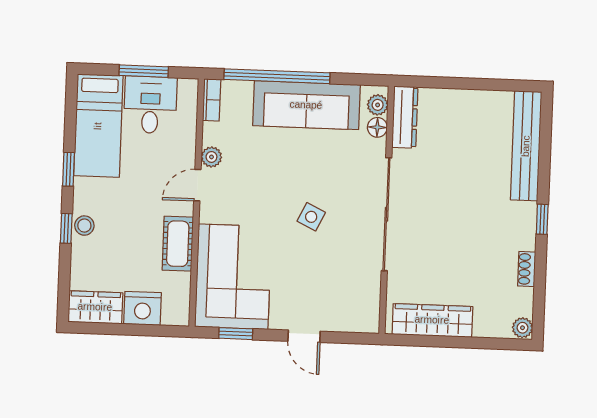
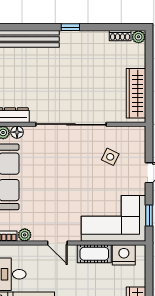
plant: (211, 157) -> (25, 235), moved
side table: (311, 217) -> (110, 157), moved
shoe rack: (527, 269) -> (120, 36), moved
nightstand: (143, 308) -> (124, 255), moved, turned -90

